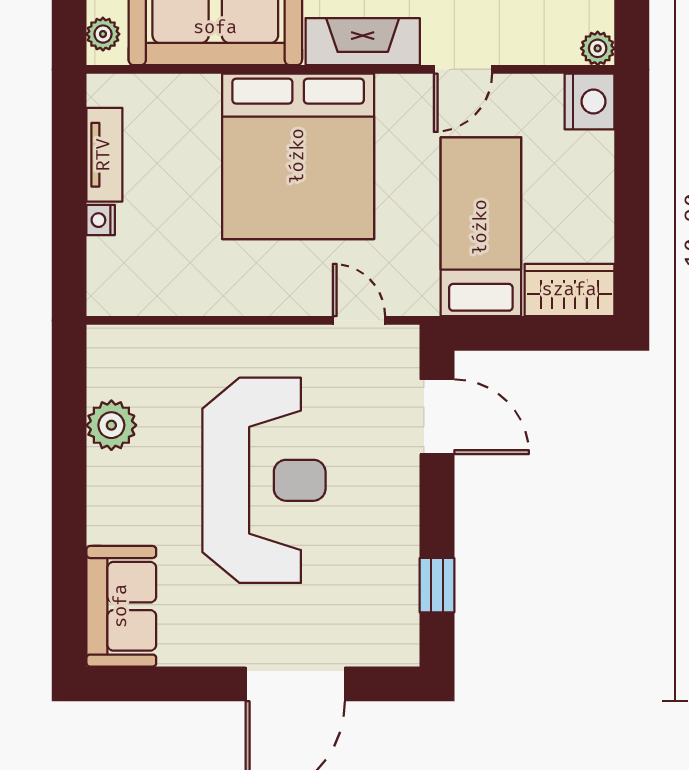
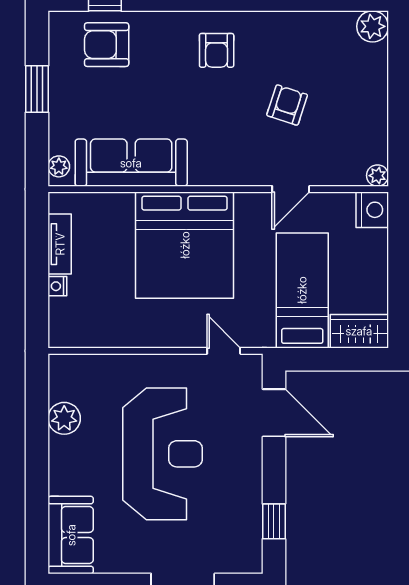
fireplace: (363, 42) -> (226, 171), removed

